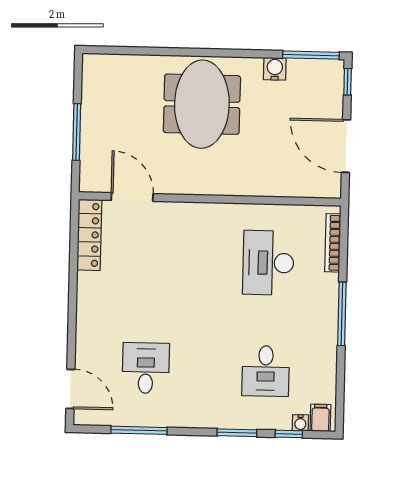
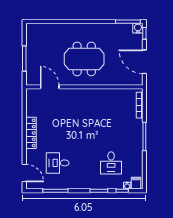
water cooler: (275, 69) -> (138, 28), moved
meeting table: (202, 104) -> (84, 59), moved, turned 90
locker: (89, 235) -> (31, 133), moved
desk: (268, 263) -> (111, 115), removed
desk: (146, 368) -> (58, 163), turned -90

